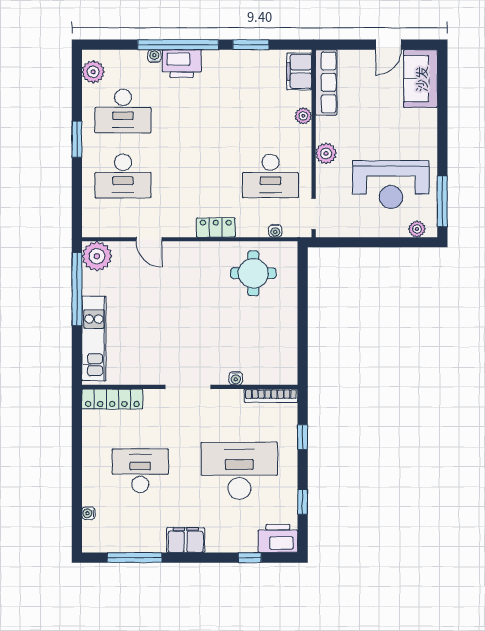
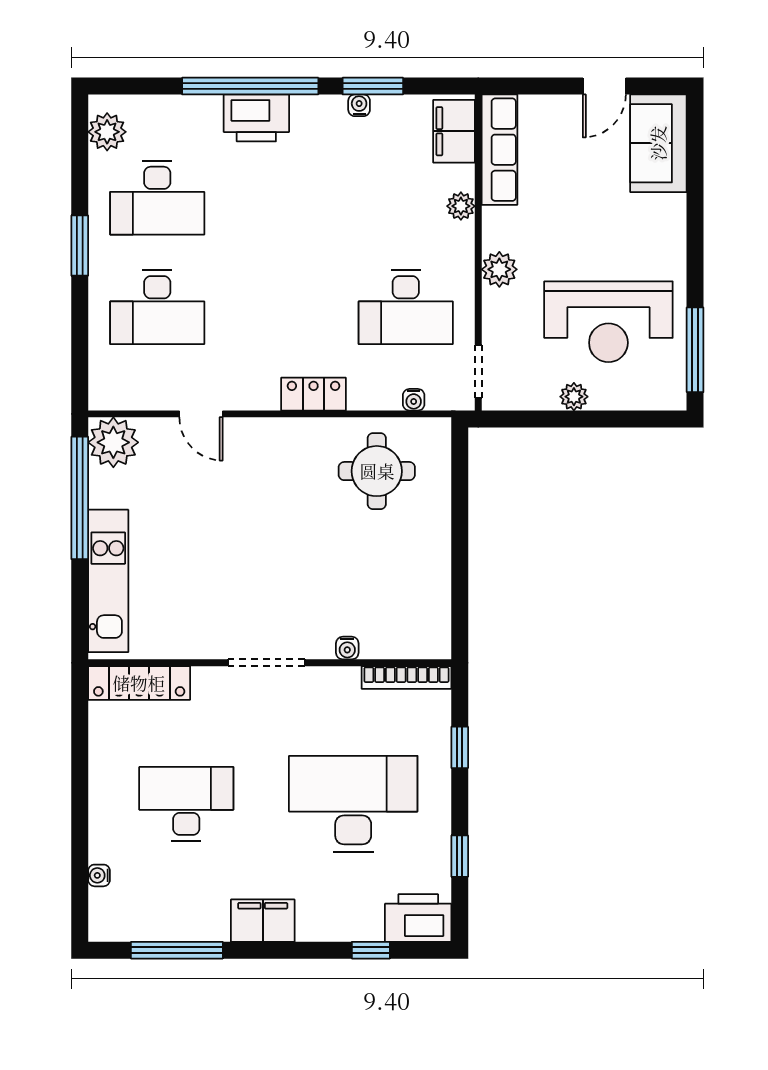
water cooler: (154, 56) -> (359, 105), moved
plant: (417, 229) -> (574, 397), moved

